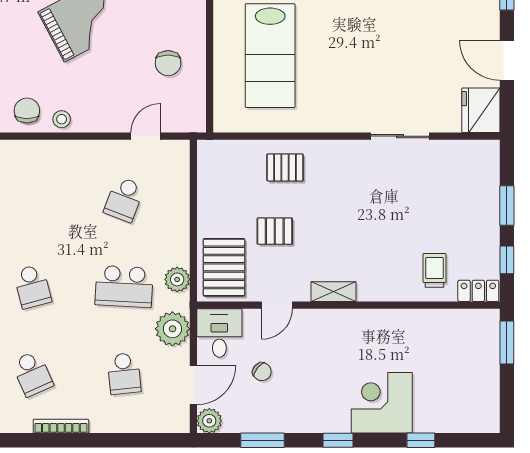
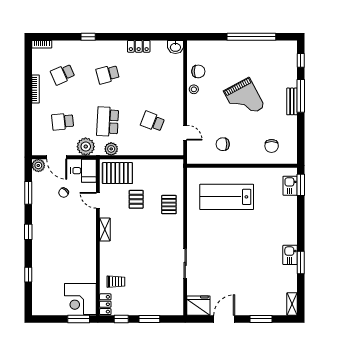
corner desk: (382, 403) -> (80, 299), moved, turned 180

